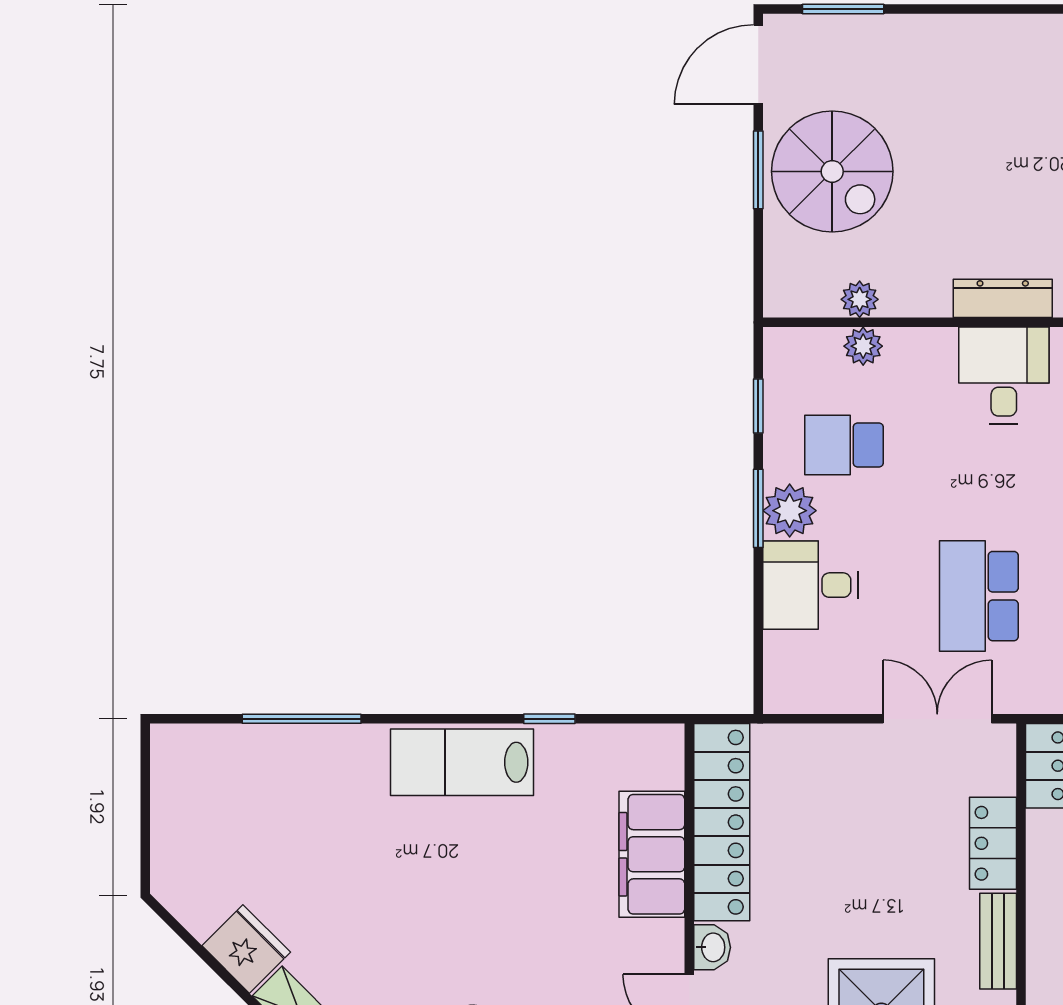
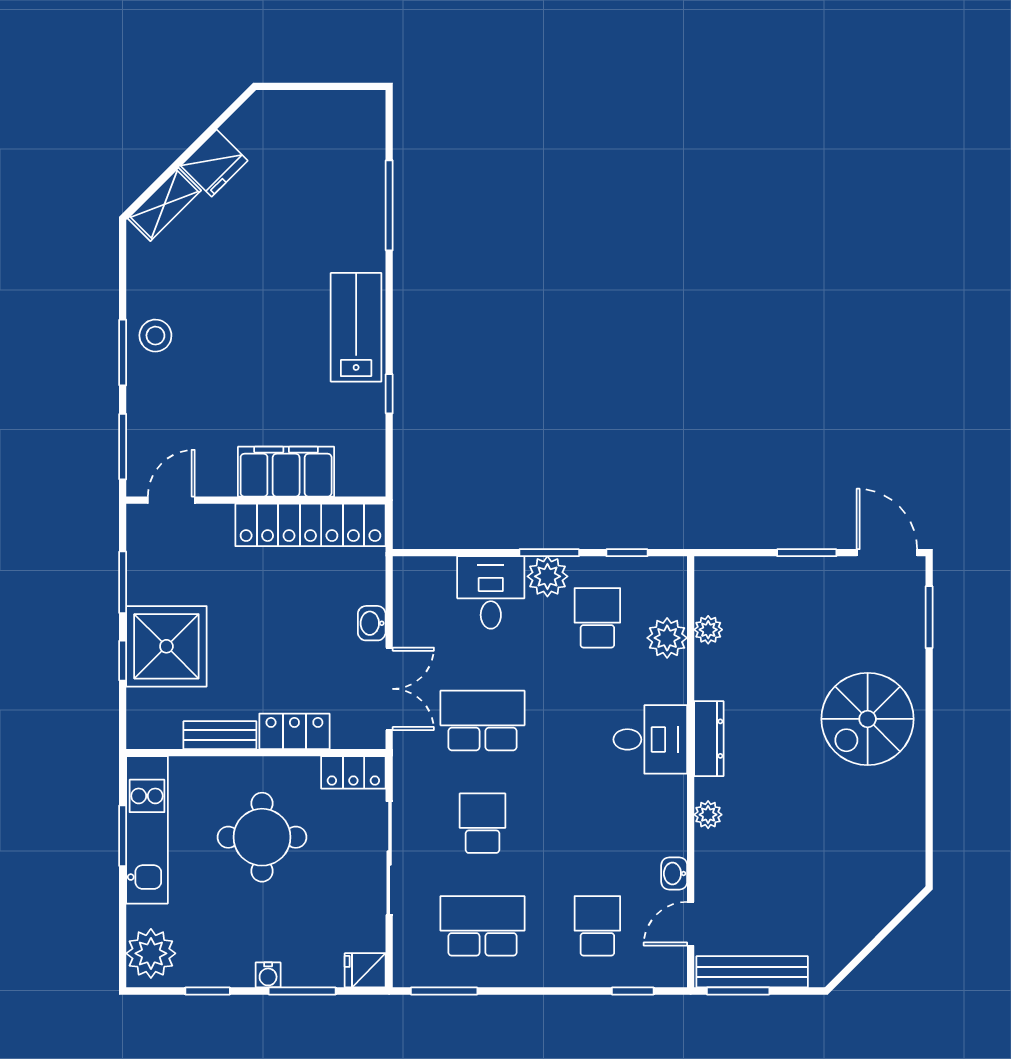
spiral stairs: (832, 171) -> (868, 719), moved
plant: (863, 346) -> (667, 638), width x1.38, depth x1.38
washbasin: (712, 947) -> (372, 623), moved, turned 90

